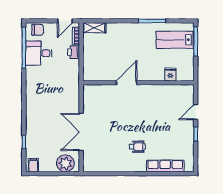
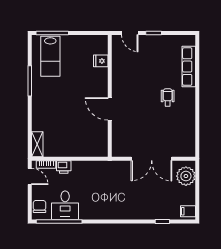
fridge: (170, 74) -> (101, 61), moved
door: (127, 83) -> (110, 109), moved
wall: (138, 83) -> (110, 96), moved

